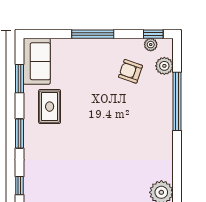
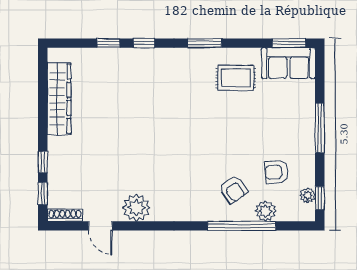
plant: (164, 66) -> (265, 211), moved
armchair: (130, 71) -> (277, 172), turned -114
window: (19, 79) -> (289, 43), moved
armchair: (146, 108) -> (234, 189), added

